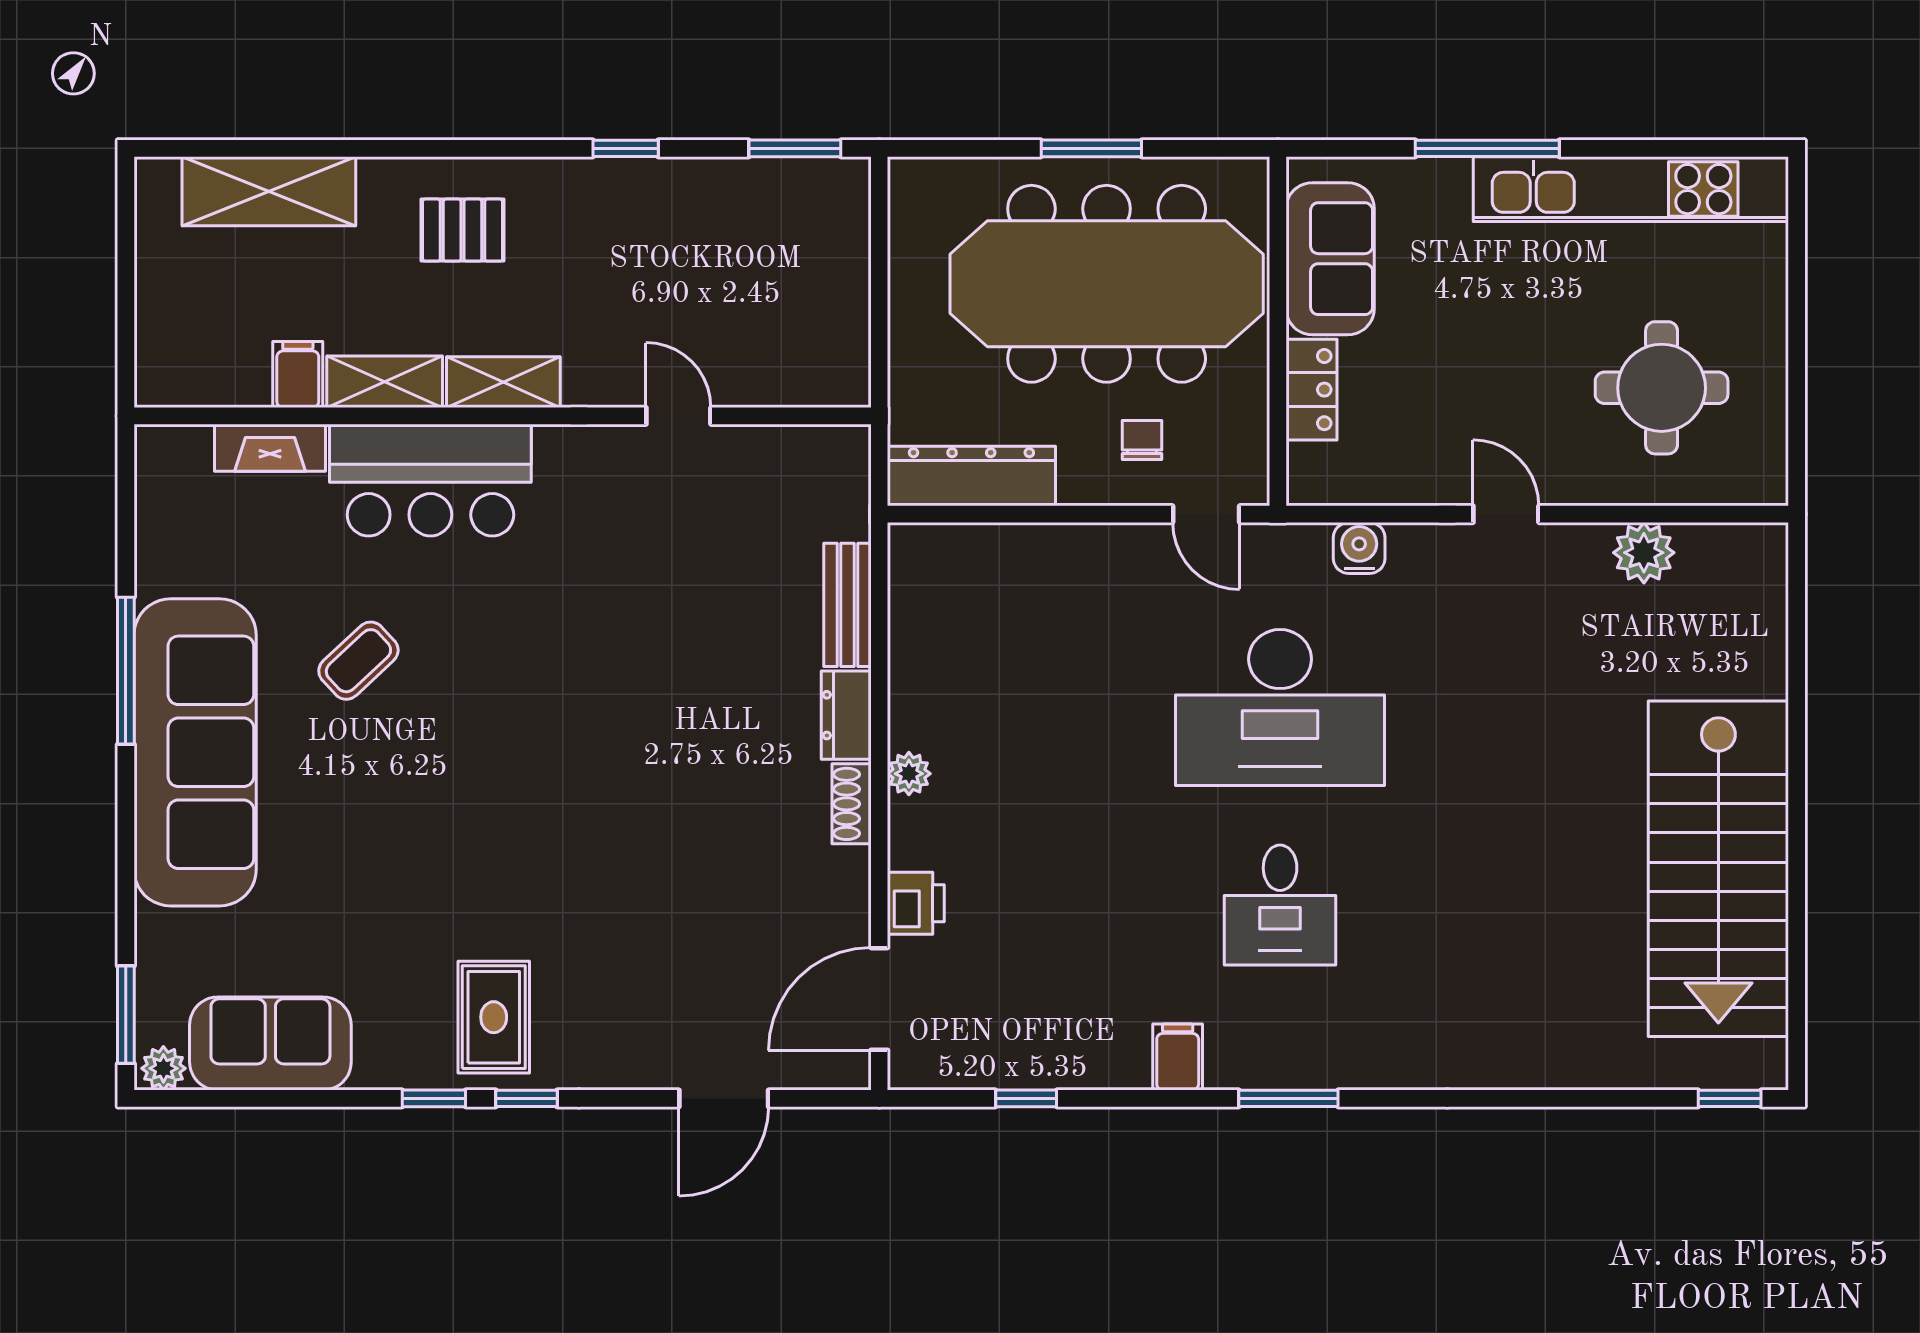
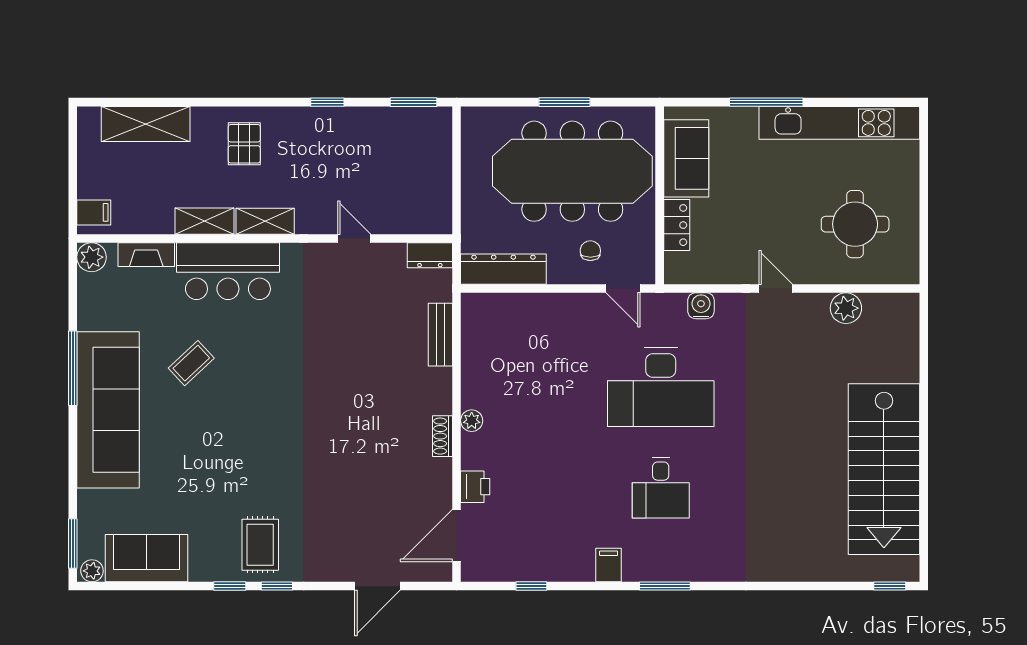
pallet: (463, 230) -> (244, 144), turned 90
filing cabinet: (298, 375) -> (94, 212), moved, turned 90
plant: (163, 453) -> (92, 257), added
dresser: (846, 715) -> (430, 255), moved, turned -90

